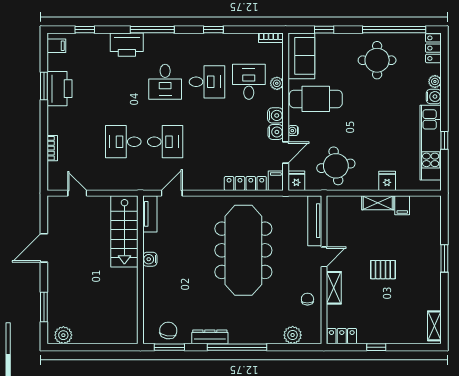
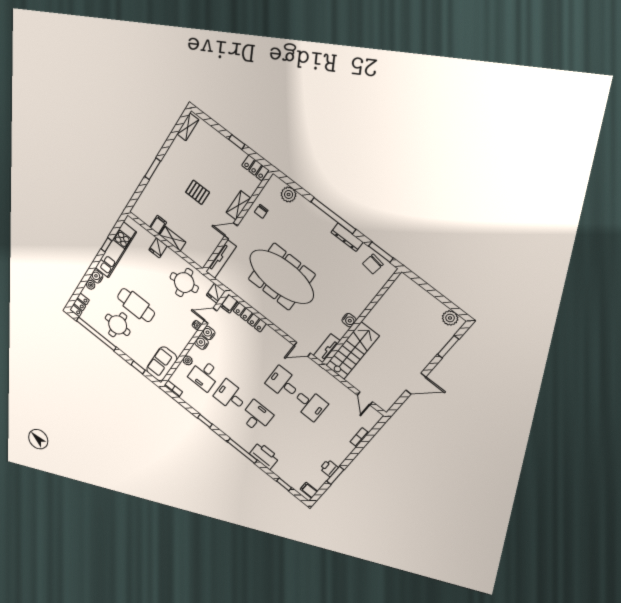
printer: (59, 89) -> (329, 468), width x0.53, depth x0.68
cafe table: (316, 99) -> (136, 305), moved
meeting table: (243, 250) -> (282, 277), turned 90

